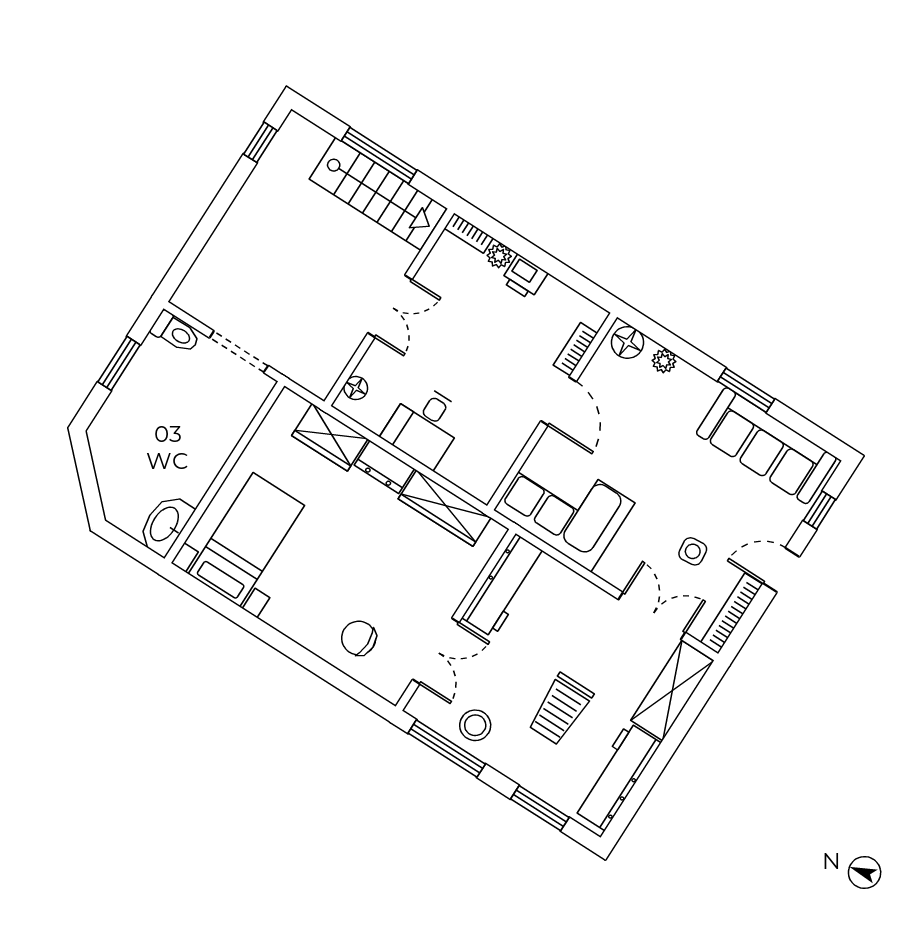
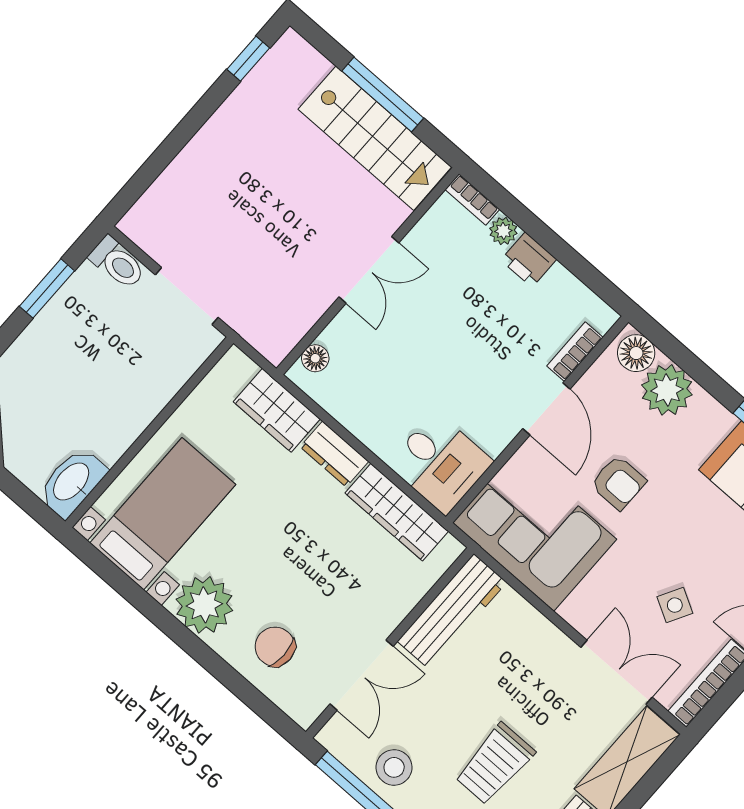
plant: (664, 361) -> (667, 390), width x1.87, depth x1.87
desk: (425, 425) -> (440, 463), moved, turned -90
armchair: (629, 455) -> (618, 483), added
side table: (693, 551) -> (675, 605), turned 35
plant: (293, 612) -> (204, 605), added

